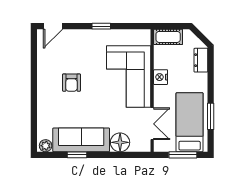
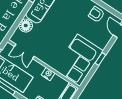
corner sofa: (129, 77) -> (79, 60), moved, turned -90
armchair: (71, 83) -> (97, 14), moved

